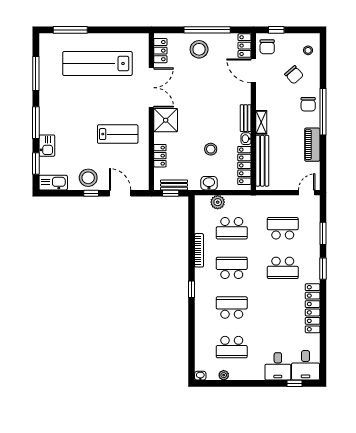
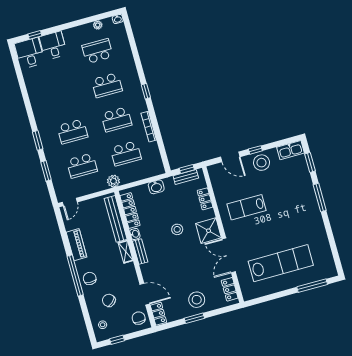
window: (207, 30) -> (194, 318), width x0.47
window: (276, 30) -> (117, 340), moved
window: (36, 73) -> (331, 240), removed
kitchen sink: (47, 146) -> (305, 180), removed
stool: (211, 149) -> (177, 229), moved
plant: (218, 202) -> (113, 181), moved
school desk: (232, 228) -> (126, 153), turned 180
school desk: (283, 268) -> (72, 131), turned 180
locker: (313, 308) -> (37, 104), removed

